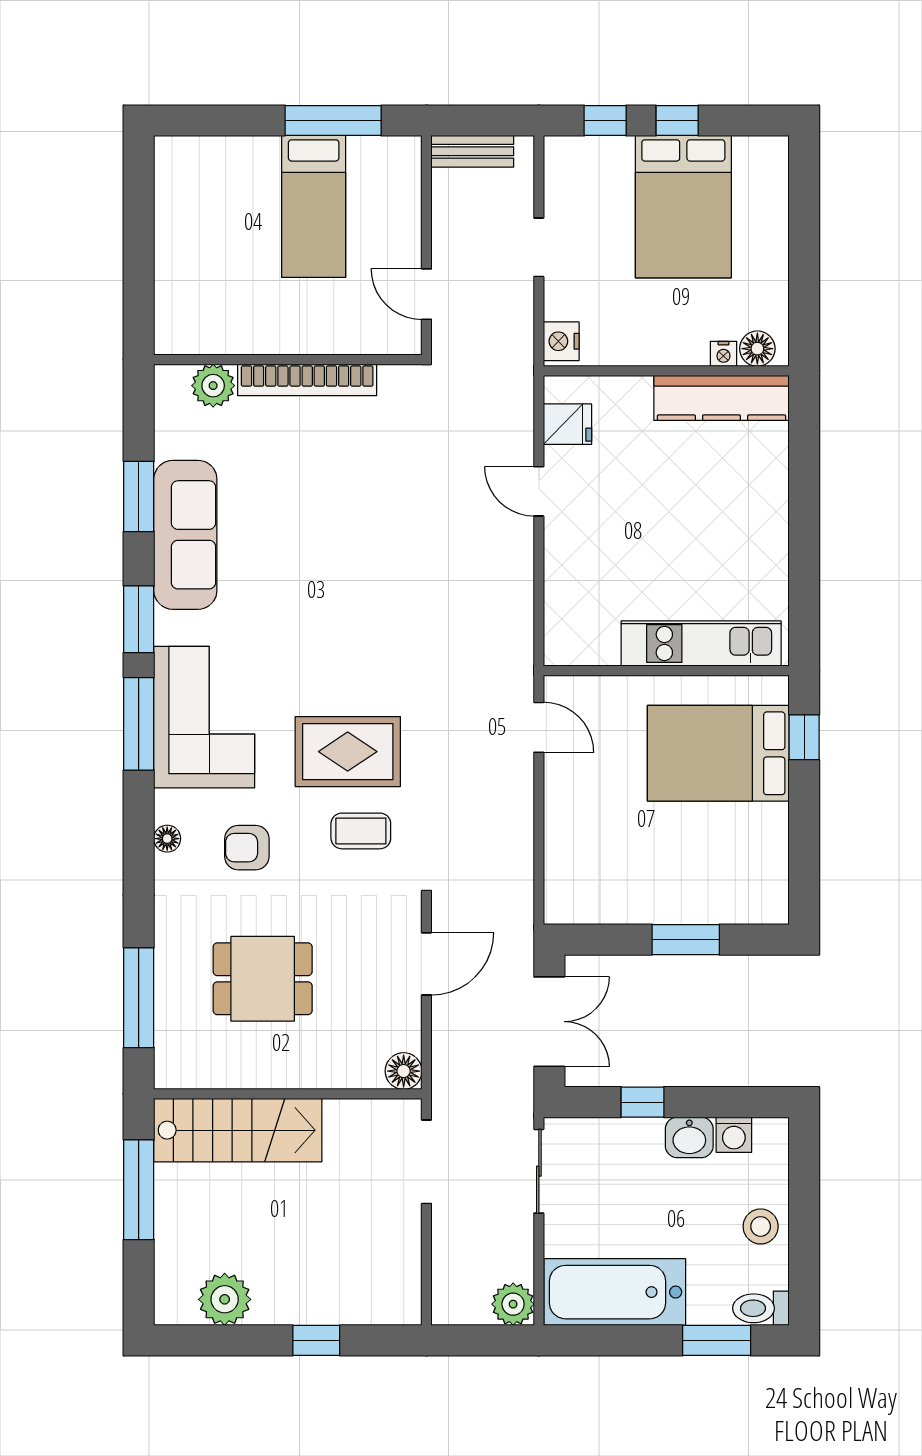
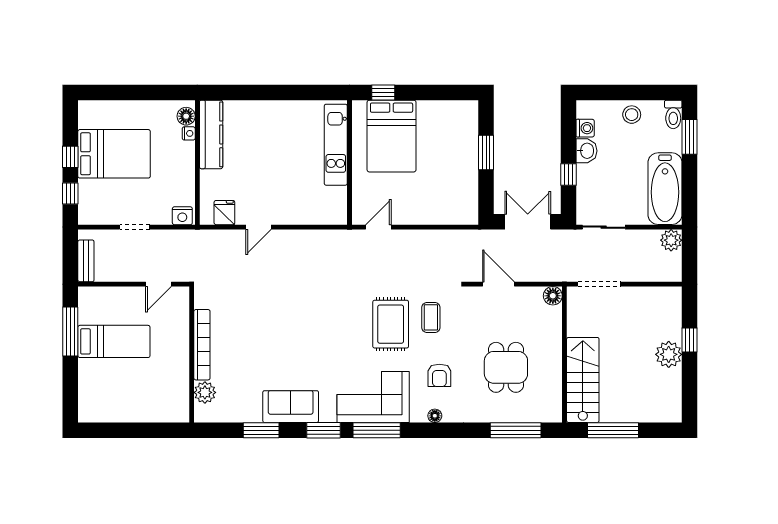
sofa: (185, 535) -> (291, 407), width x0.73
plant: (225, 1299) -> (669, 354), moved

